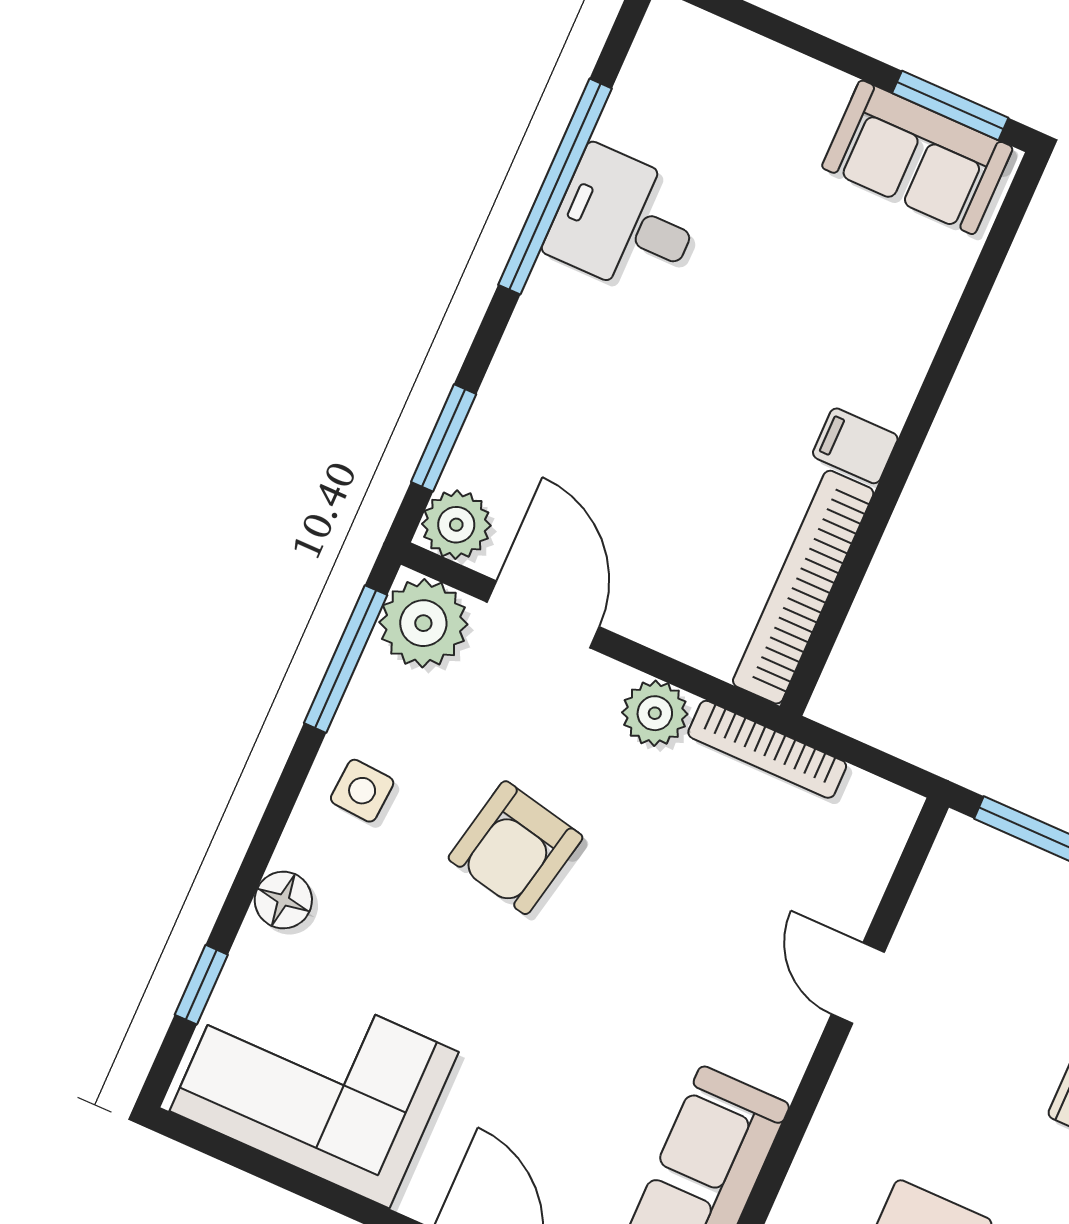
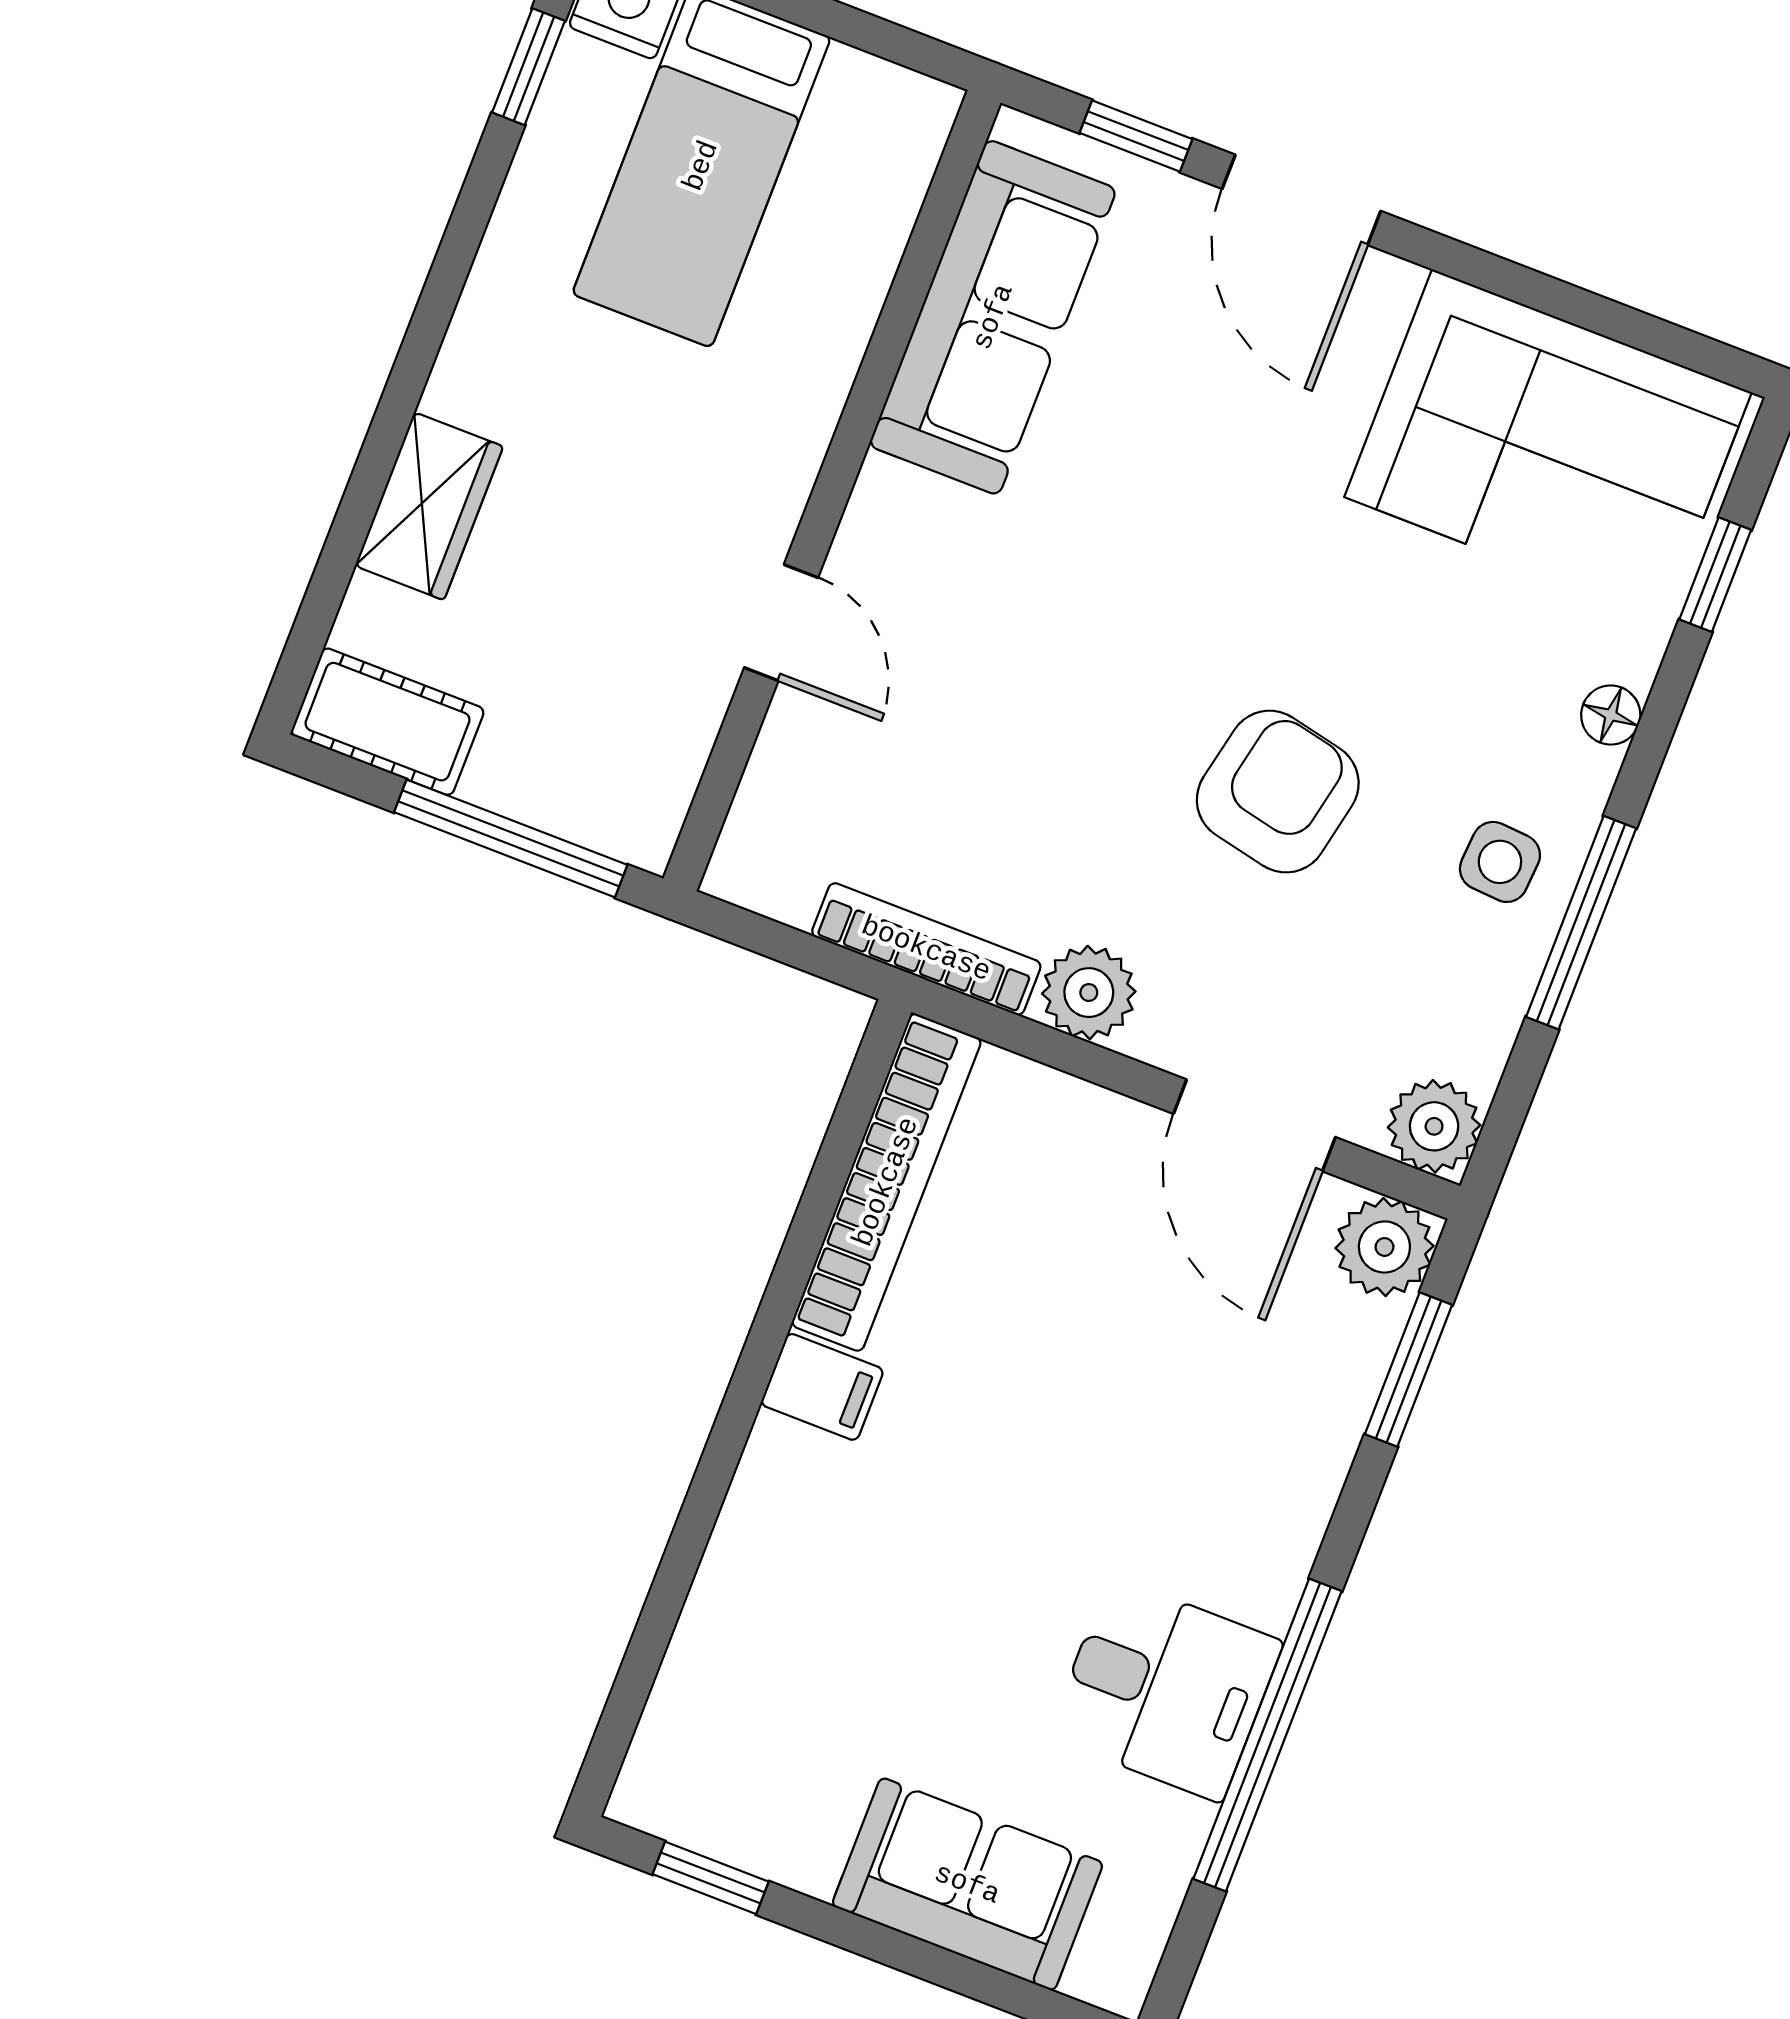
window: (950, 105) -> (711, 1878), width x0.67
sofa: (917, 157) -> (967, 1884), moved
plant: (423, 623) -> (1434, 1126), width x0.73, depth x0.73
window: (346, 659) -> (1581, 923), moved
floor lamp: (283, 900) -> (1611, 715), width x0.73, depth x0.73

